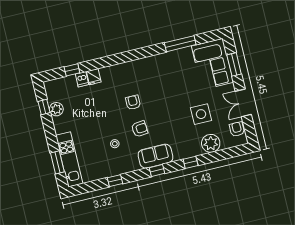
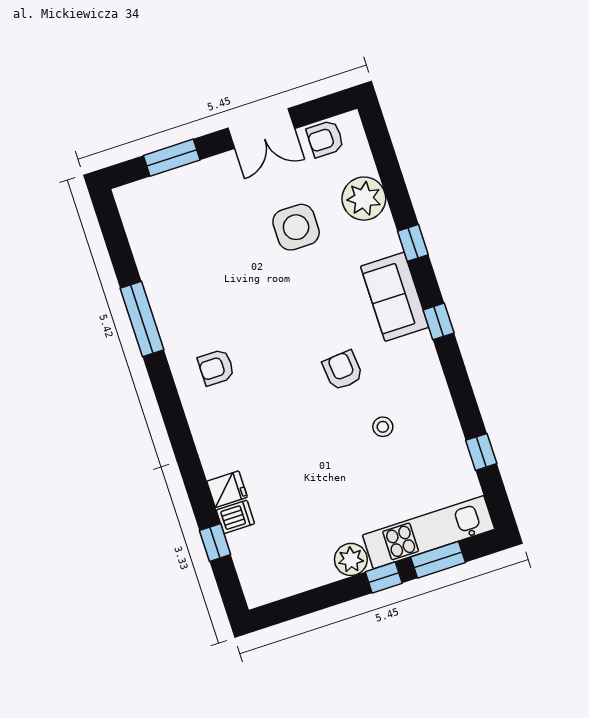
window: (180, 44) -> (142, 319), moved
corner sofa: (212, 64) -> (175, 209), removed
armchair: (133, 102) -> (216, 367), moved
window: (44, 107) -> (384, 578), moved
plant: (56, 109) -> (351, 559), moved
sofa: (155, 156) -> (395, 297), moved
window: (115, 181) -> (481, 452), moved

